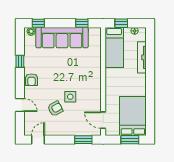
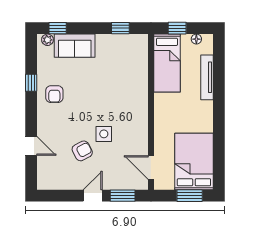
sofa: (62, 38) -> (75, 46), width x0.54, depth x0.79
armchair: (32, 80) -> (54, 94), moved
door: (38, 140) -> (93, 196), moved

